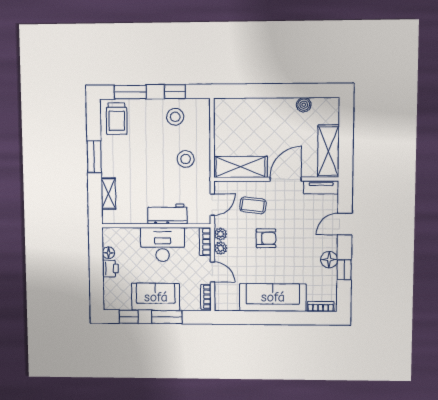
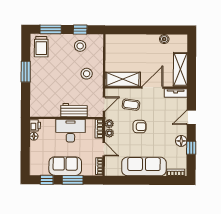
shelving: (108, 194) -> (35, 96), removed
printer: (110, 269) -> (35, 125), moved

